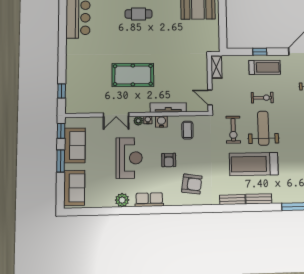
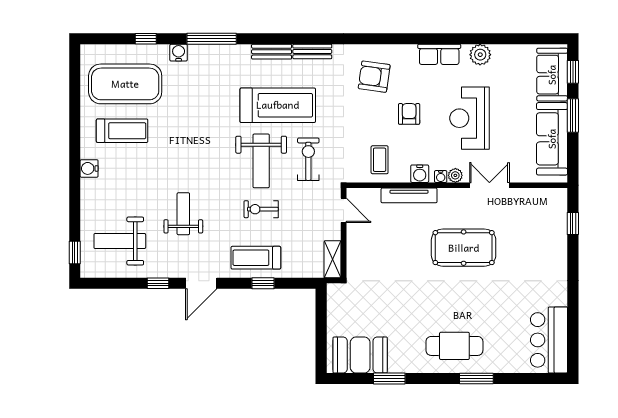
cafe table: (138, 14) -> (454, 346), width x1.37, depth x1.35
window: (61, 131) -> (573, 72), moved
sofa: (75, 145) -> (552, 139), width x1.36

